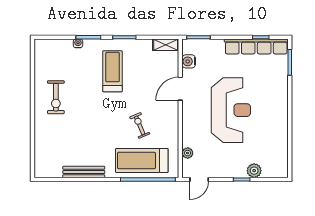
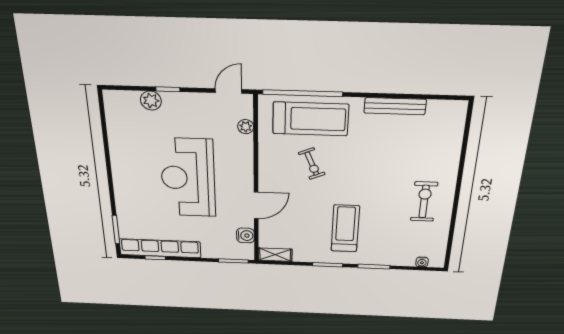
water cooler: (78, 43) -> (422, 262), moved
treadmill: (112, 71) -> (345, 228), turned 180

